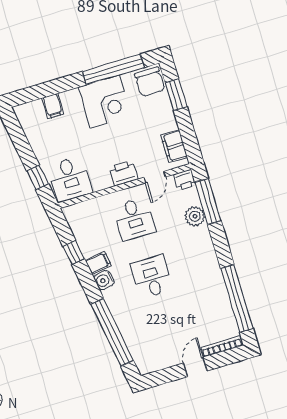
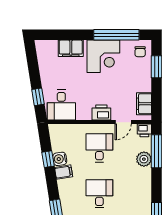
chair: (150, 82) -> (140, 52), width x0.54, depth x0.54
filing cabinet: (53, 106) -> (71, 48), width x2.00
desk: (134, 219) -> (99, 148), turned 180
water cooler: (104, 280) -> (60, 159), moved

